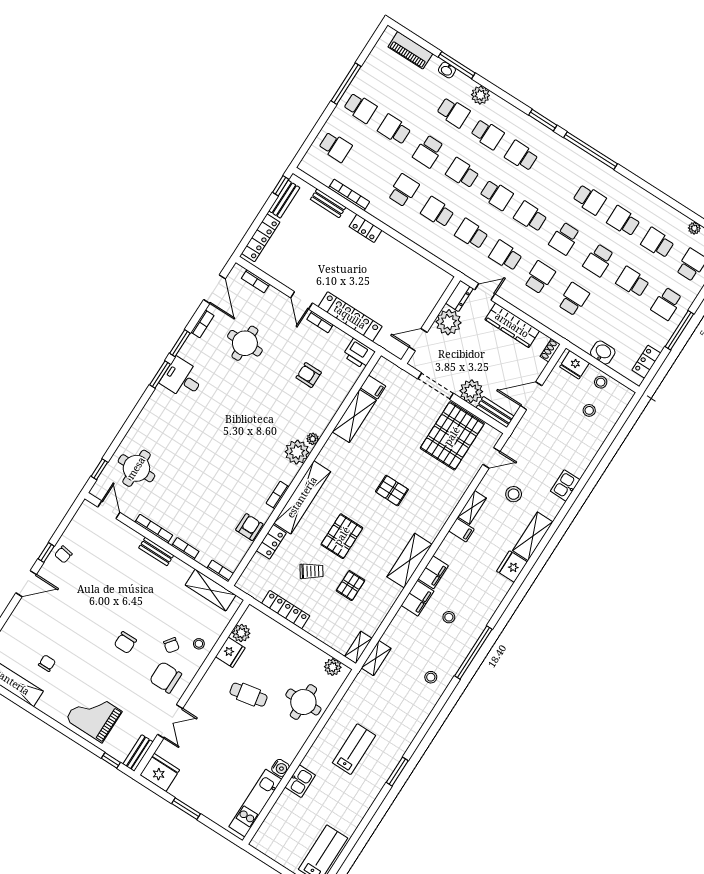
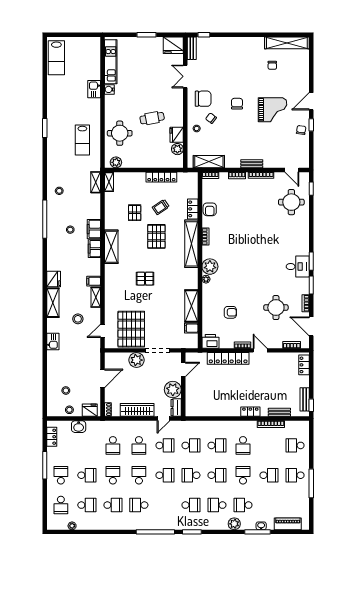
locker: (261, 238) -> (304, 365), width x0.66
bench: (495, 412) -> (116, 357), removed
grand piano: (94, 716) -> (273, 110), moved
lab bench: (354, 749) -> (82, 140), moved

